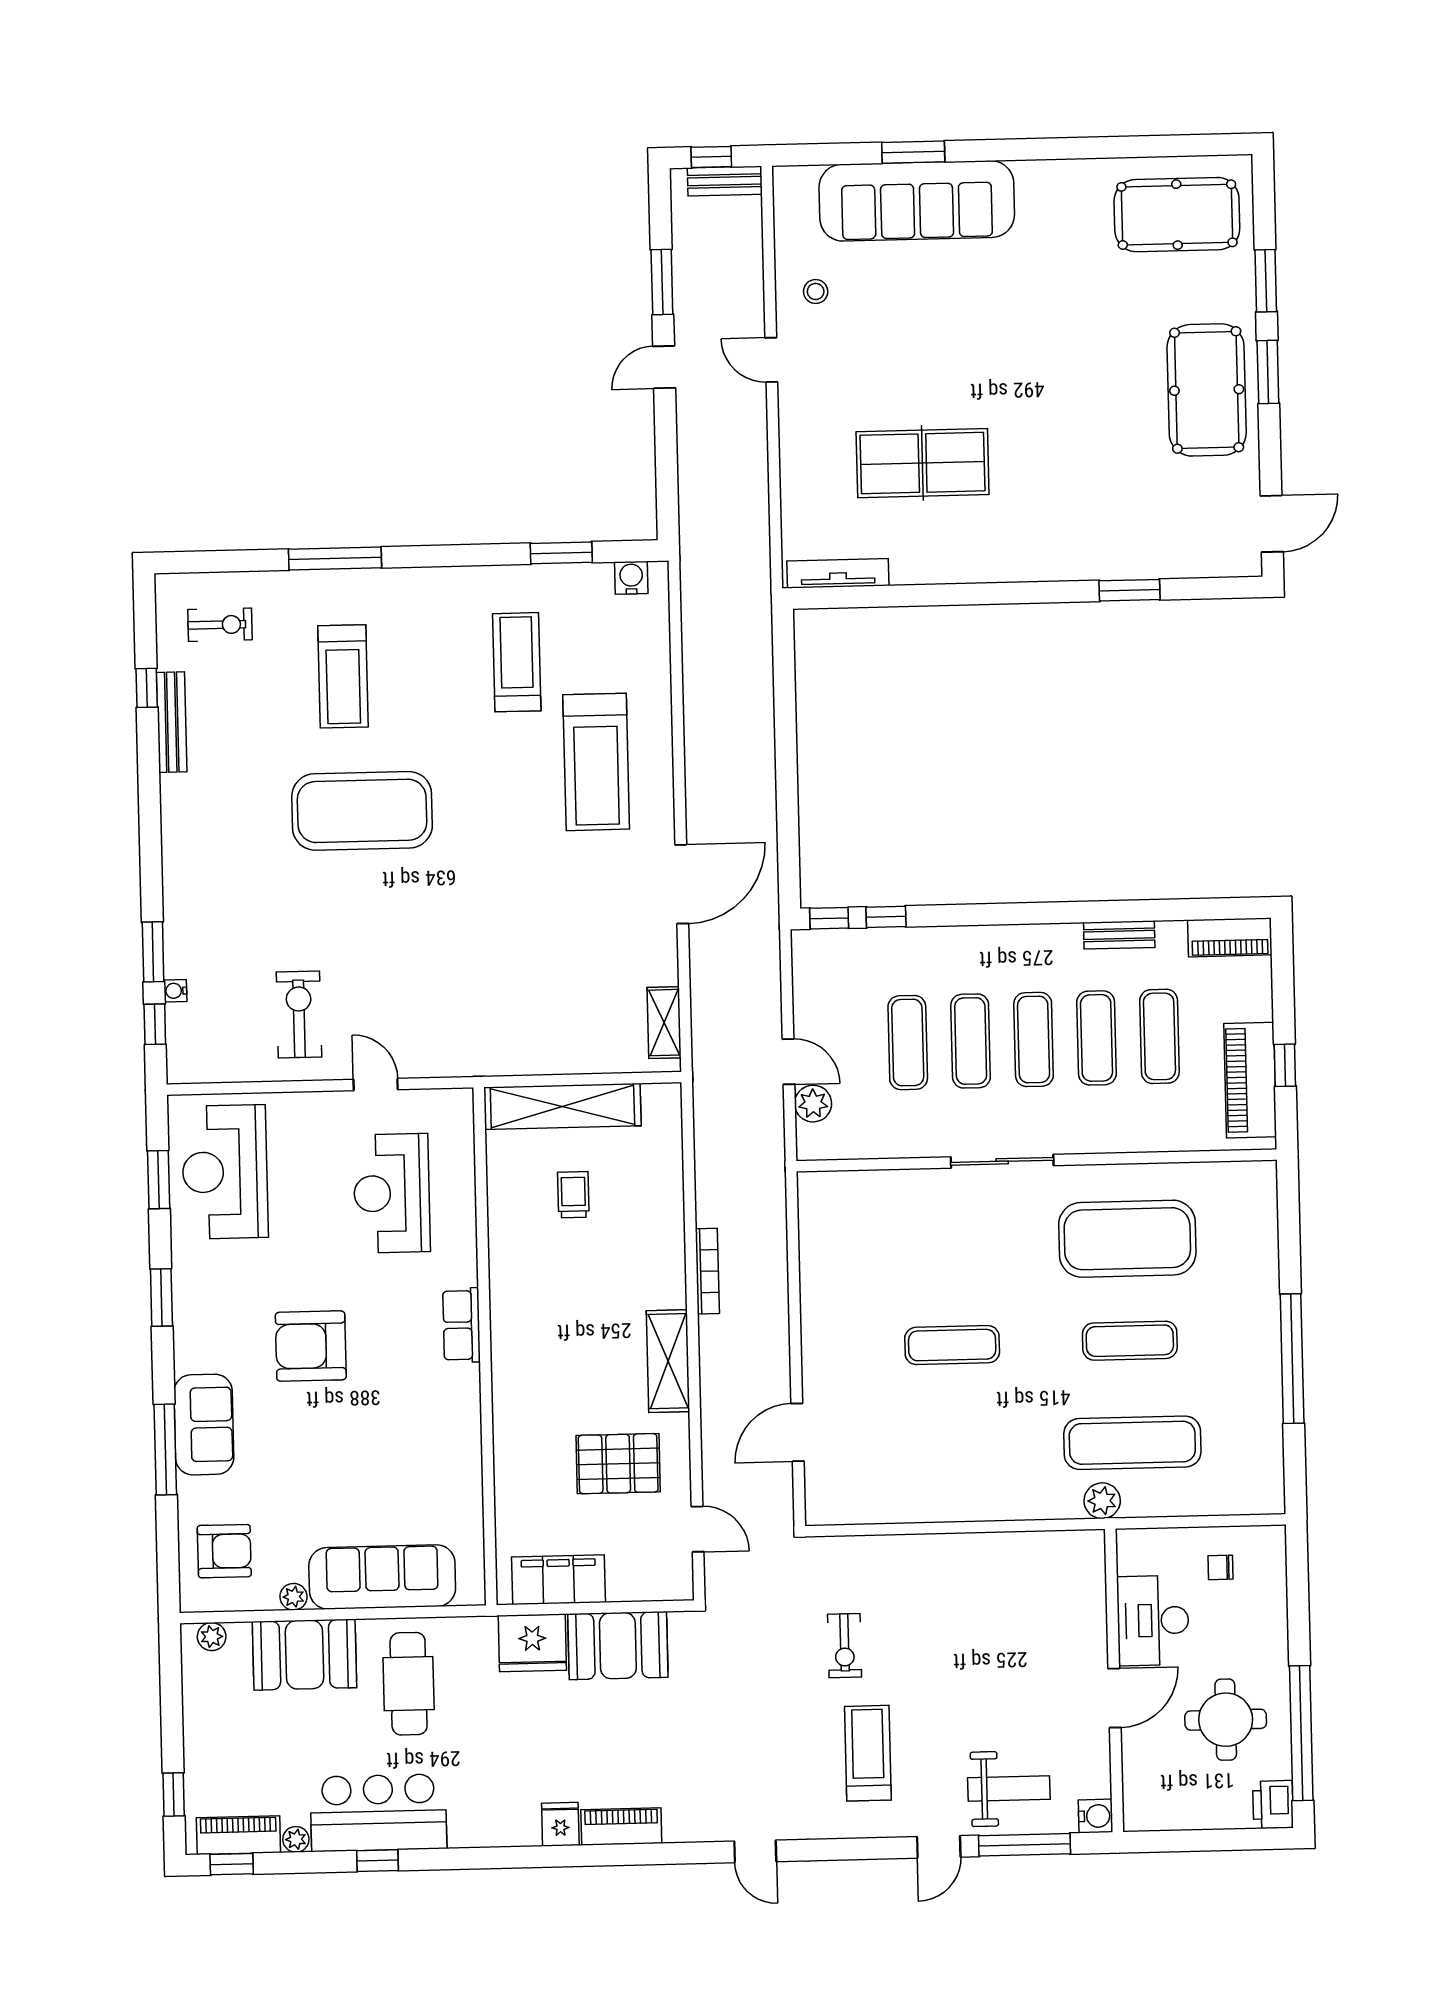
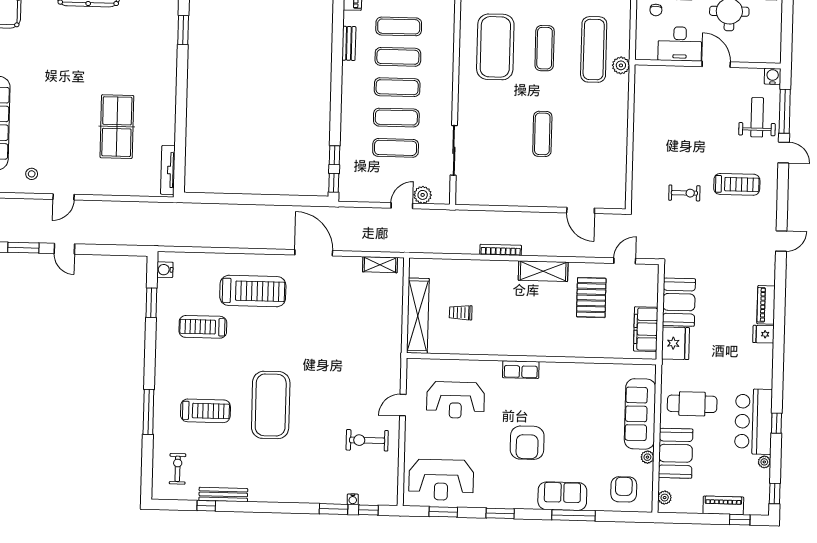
sliding door: (1002, 1161) -> (454, 150), moved
treadmill: (868, 1753) -> (737, 184), turned 180
piano: (238, 1835) -> (723, 505), moved, turned 90

